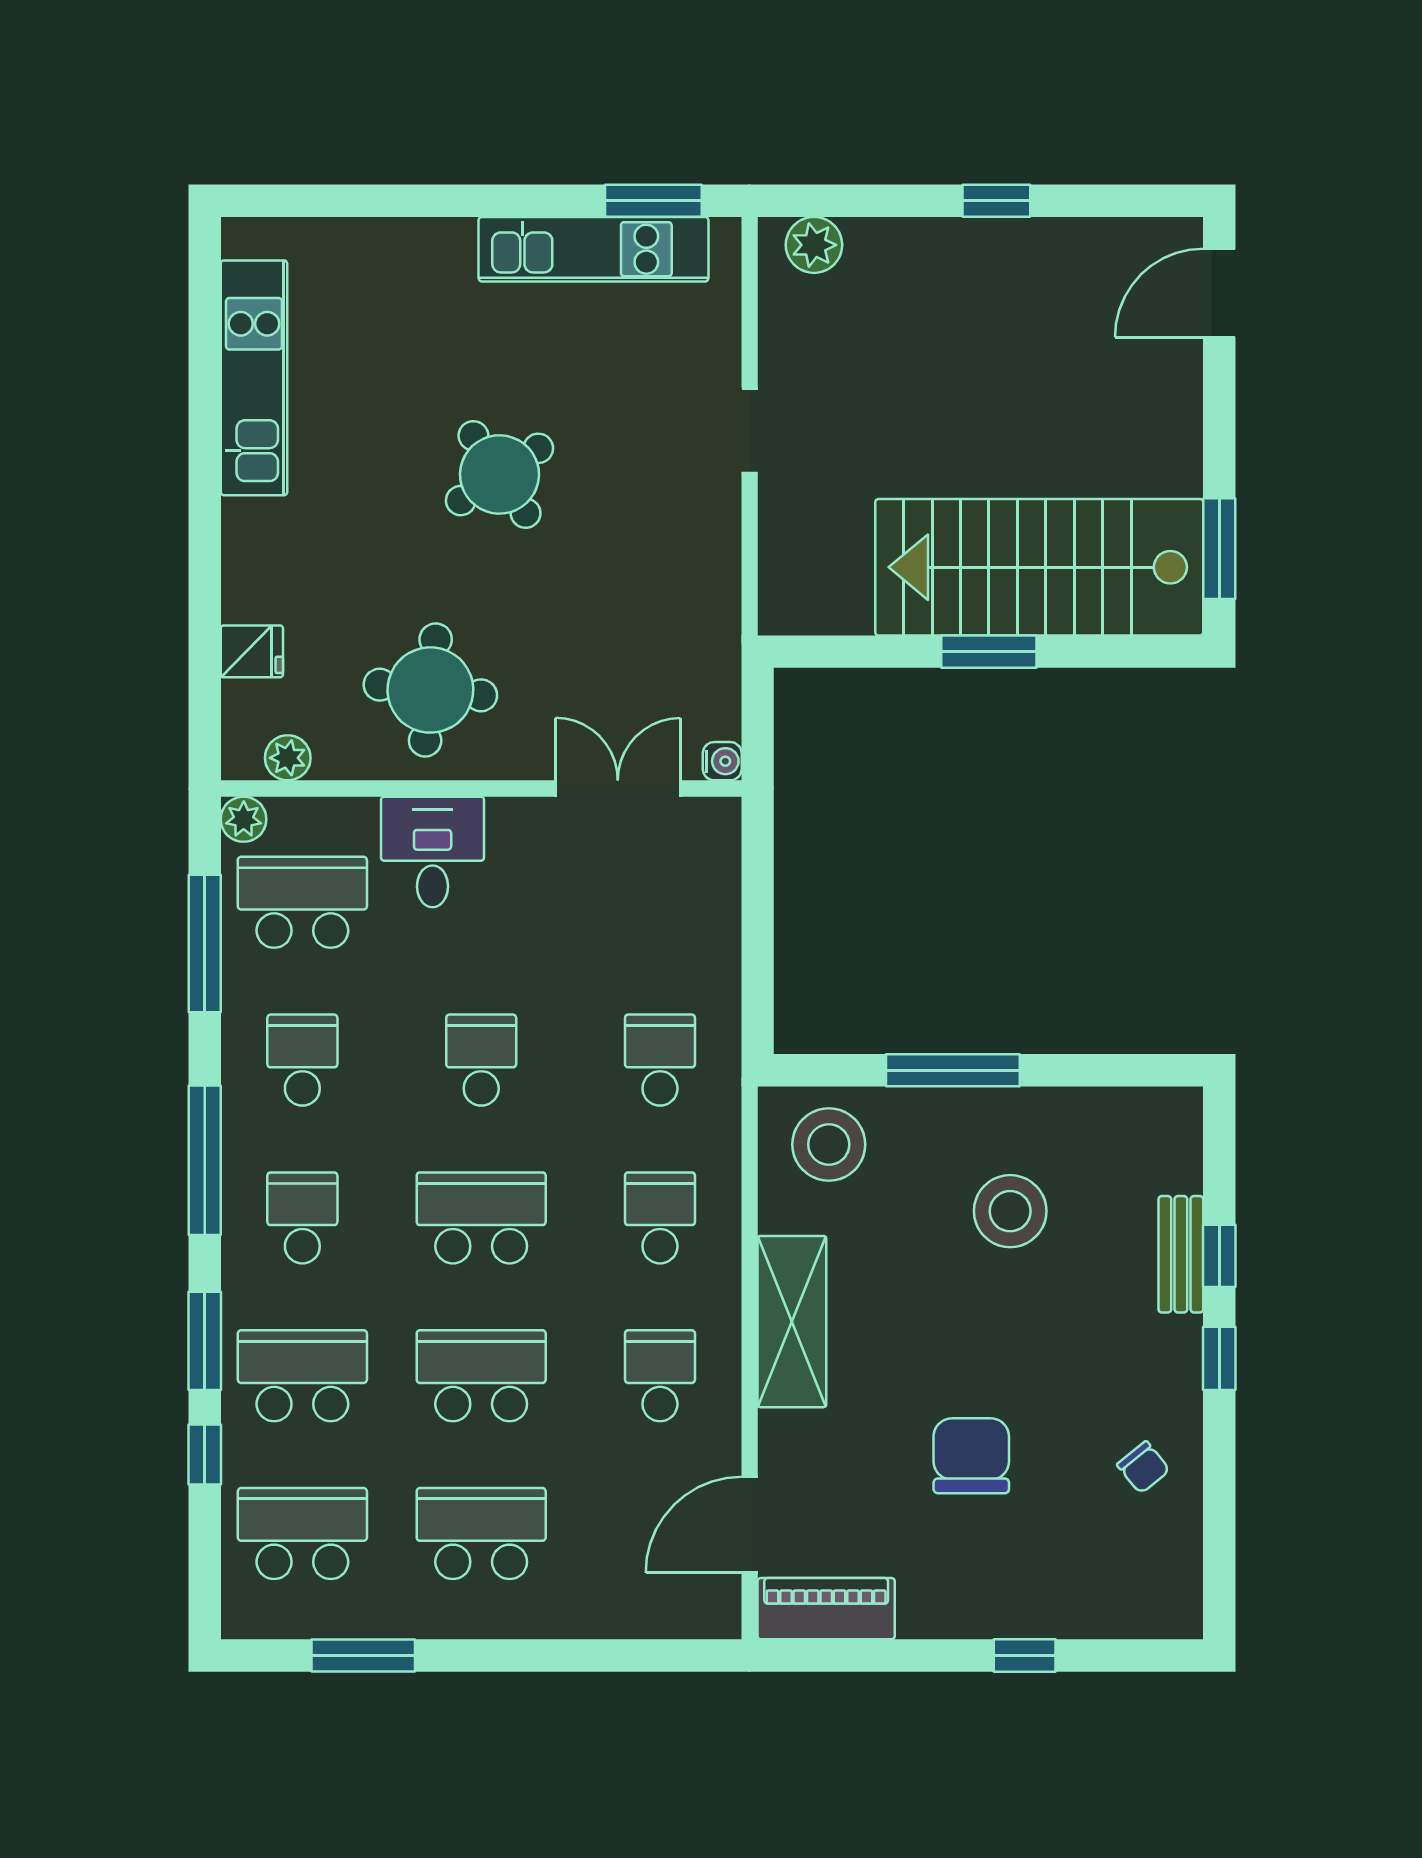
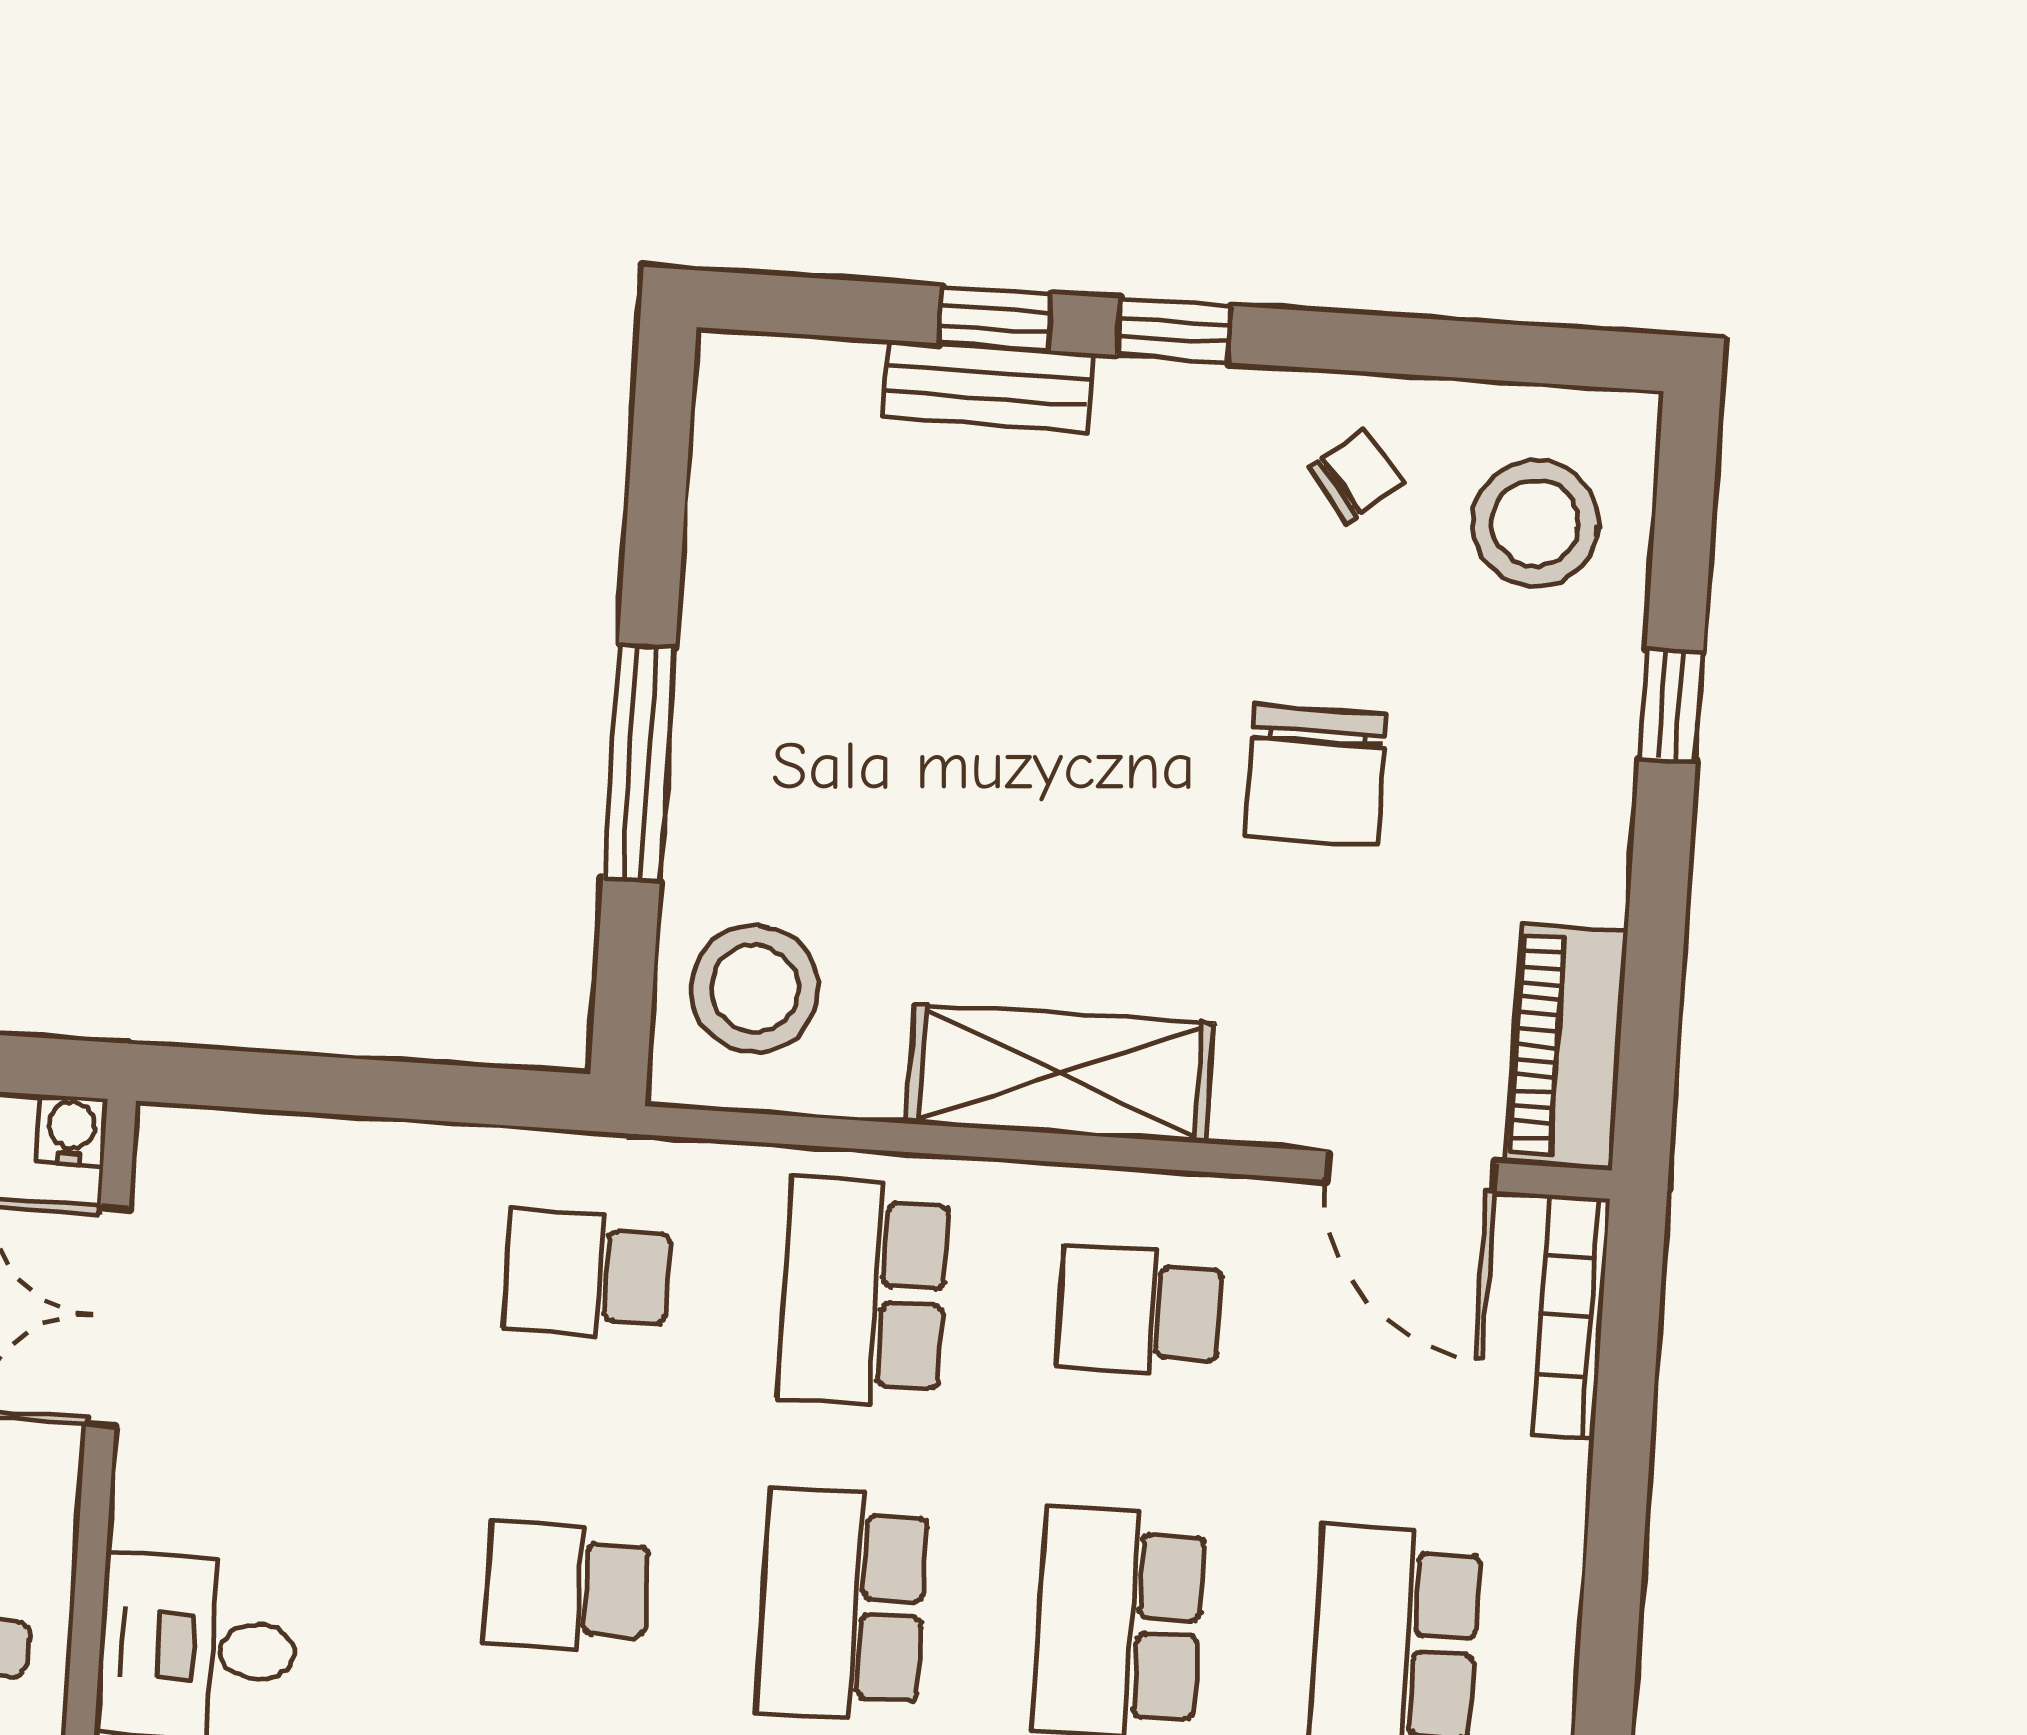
stool: (1010, 1211) -> (1535, 523), moved
school desk: (660, 1218) -> (864, 1292), width x1.85
chair: (971, 1456) -> (1316, 775), turned -90
bookcase: (673, 1622) -> (1571, 1317), added

